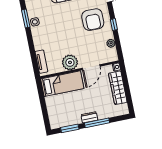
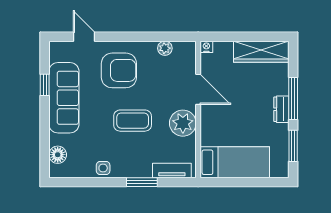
window: (26, 19) -> (142, 182), moved
window: (114, 25) -> (134, 37), removed
coffee table: (66, 33) -> (133, 121), added
bed: (62, 84) -> (235, 162), moved, turned 90
wardrobe: (118, 88) -> (261, 52), moved

